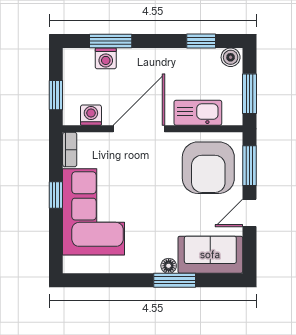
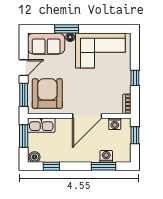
kitchen sink: (198, 113) -> (41, 125), moved
corner sofa: (94, 212) -> (100, 50), moved, turned -90

